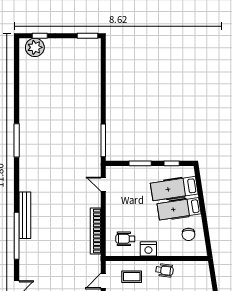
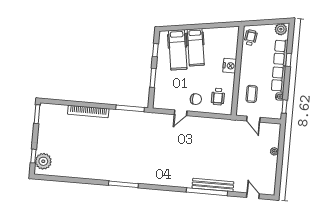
door: (103, 184) -> (181, 113), moved
bench: (25, 215) -> (213, 185), moved
bookcase: (96, 231) -> (88, 111), moved
chair: (188, 234) -> (196, 99), moved
nightstand: (148, 249) -> (230, 66), moved
wheelchair: (164, 270) -> (251, 38), moved

